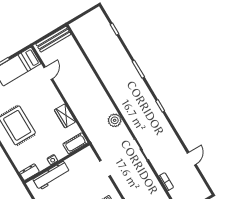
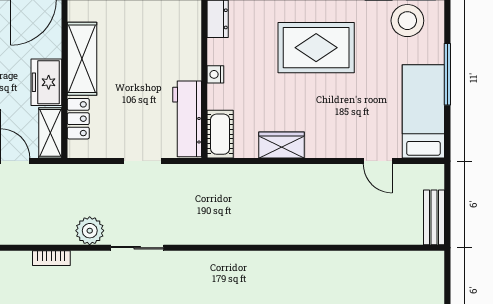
bench: (53, 39) -> (434, 217), width x0.73
plant: (115, 120) -> (90, 231), moved
workbench: (51, 176) -> (187, 119), moved

